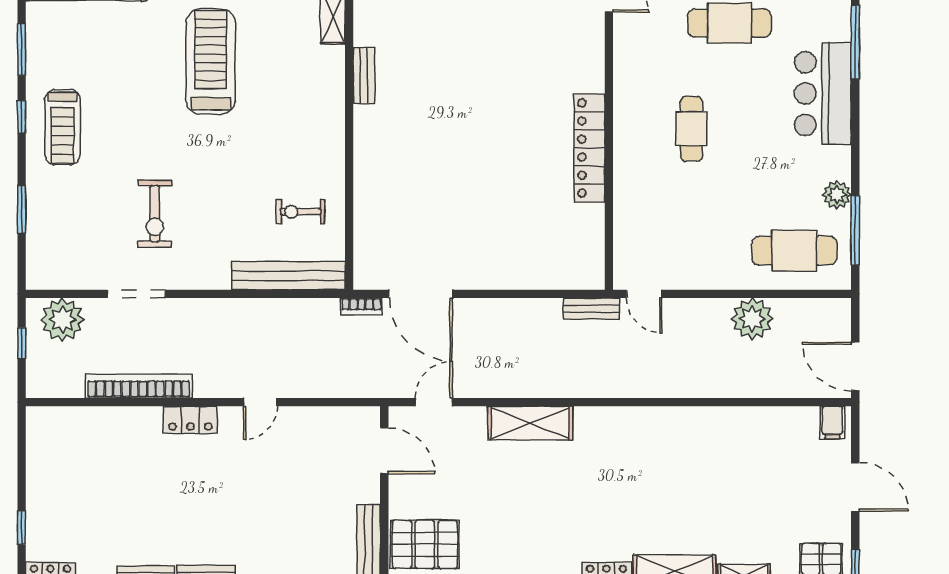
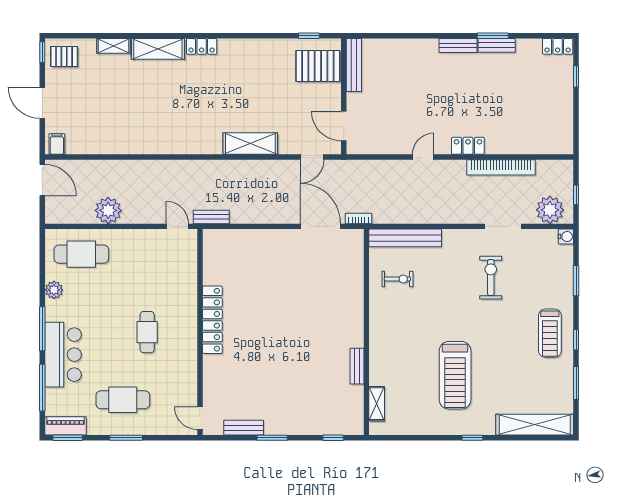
treadmill: (63, 127) -> (550, 333), turned 180
window: (855, 230) -> (42, 329), moved
water cooler: (37, 278) -> (566, 237), added

